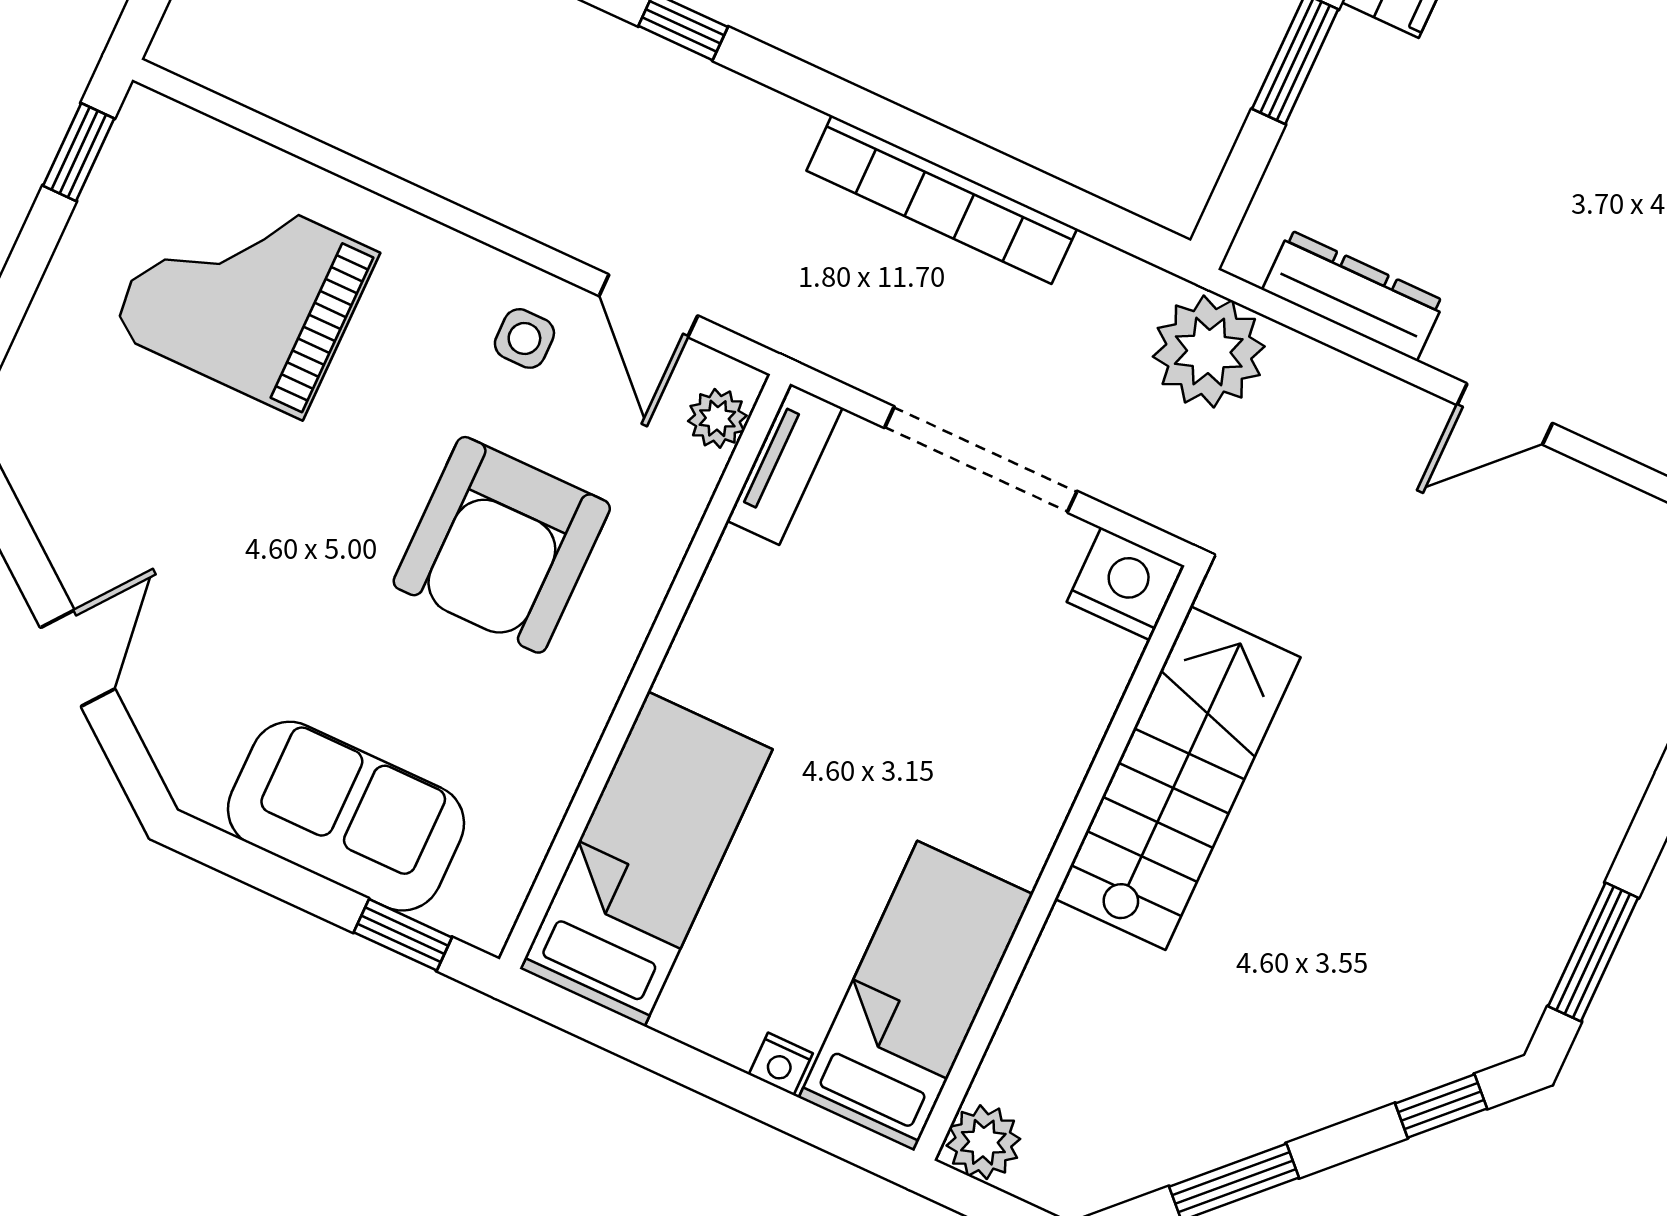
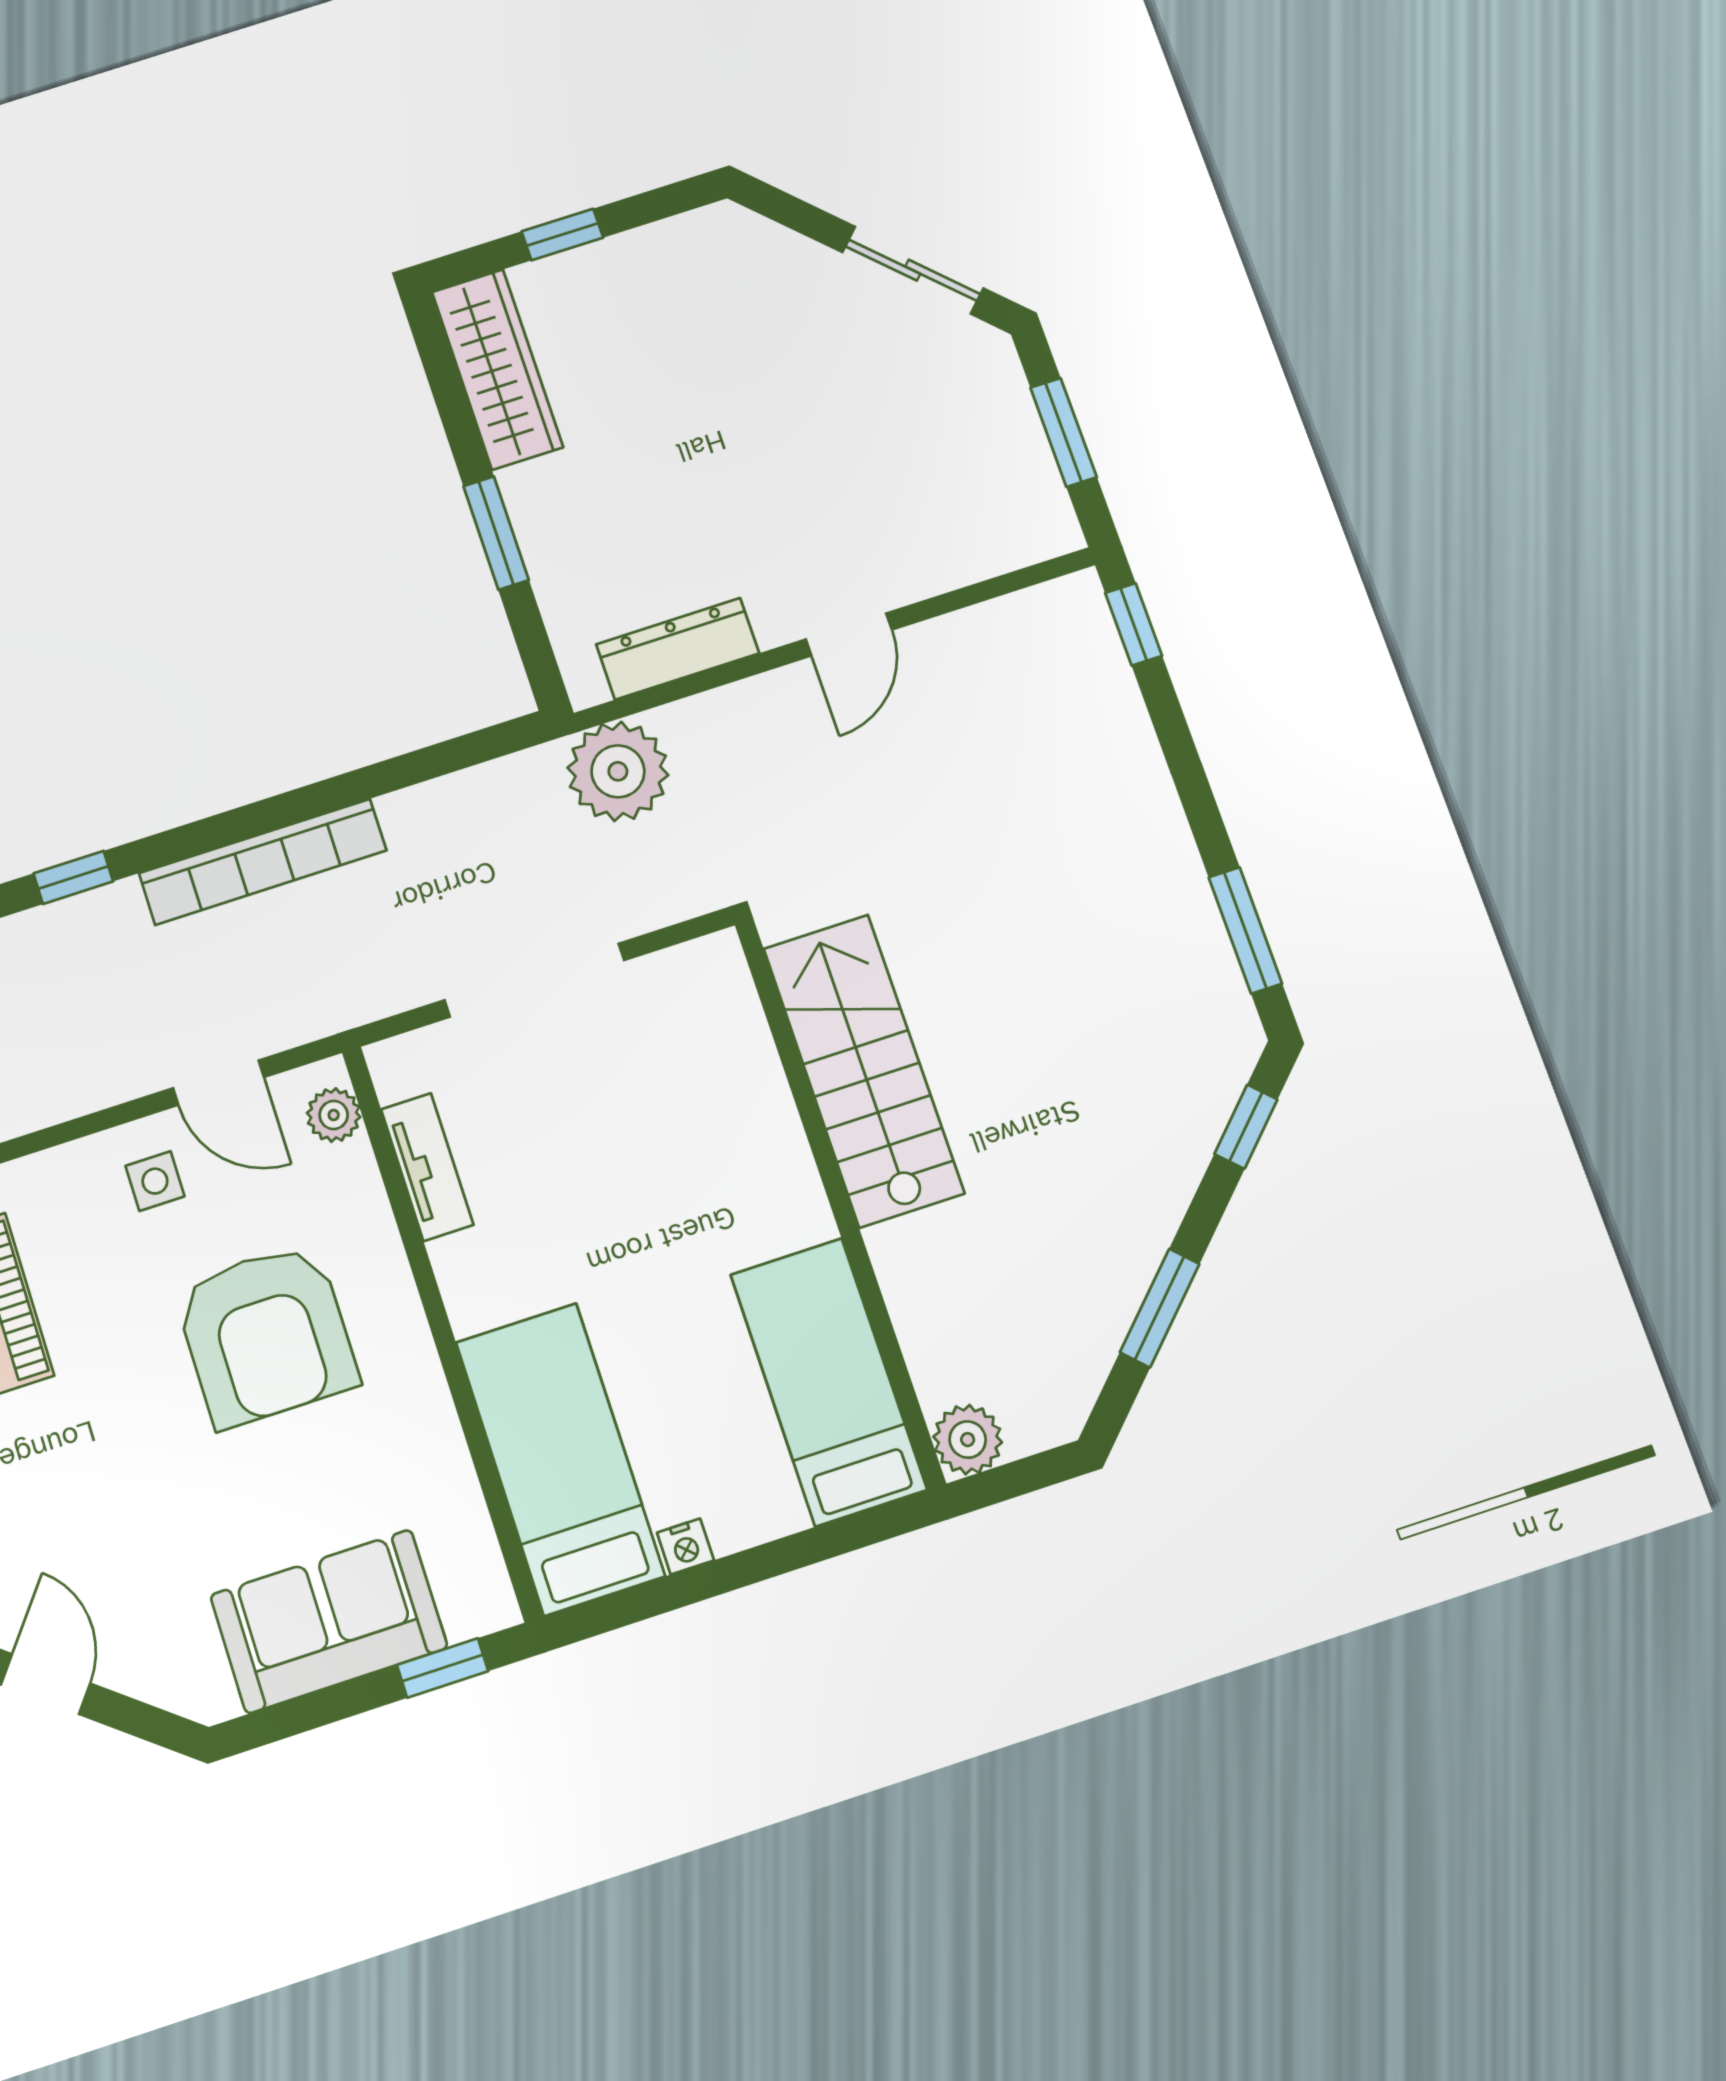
bookcase: (942, 200) -> (263, 862), moved
tv unit: (785, 464) -> (427, 1167), moved
nightstand: (1126, 584) -> (707, 974), removed
nightstand: (781, 1064) -> (685, 1546), moved

